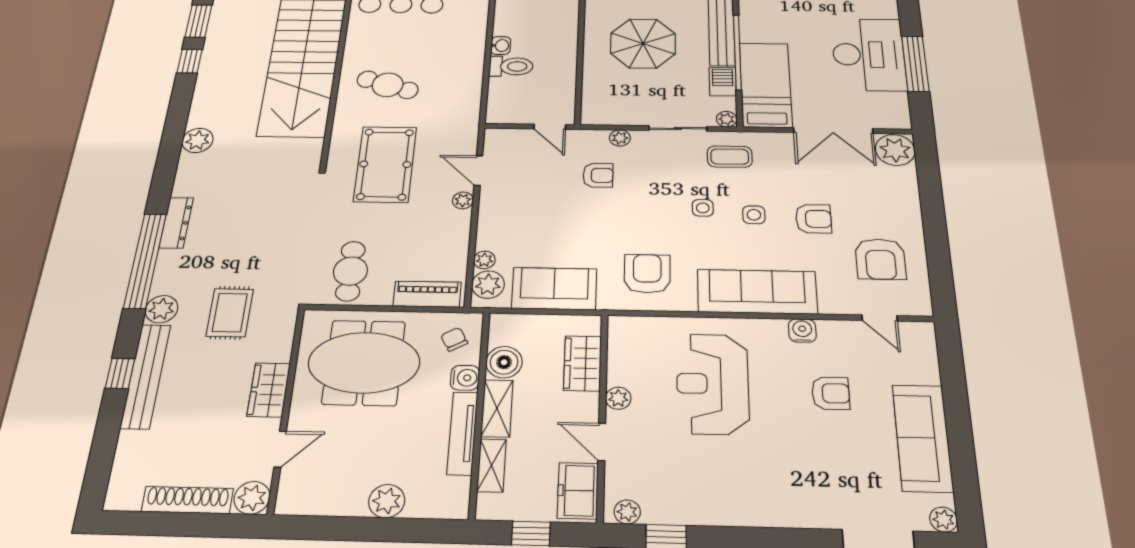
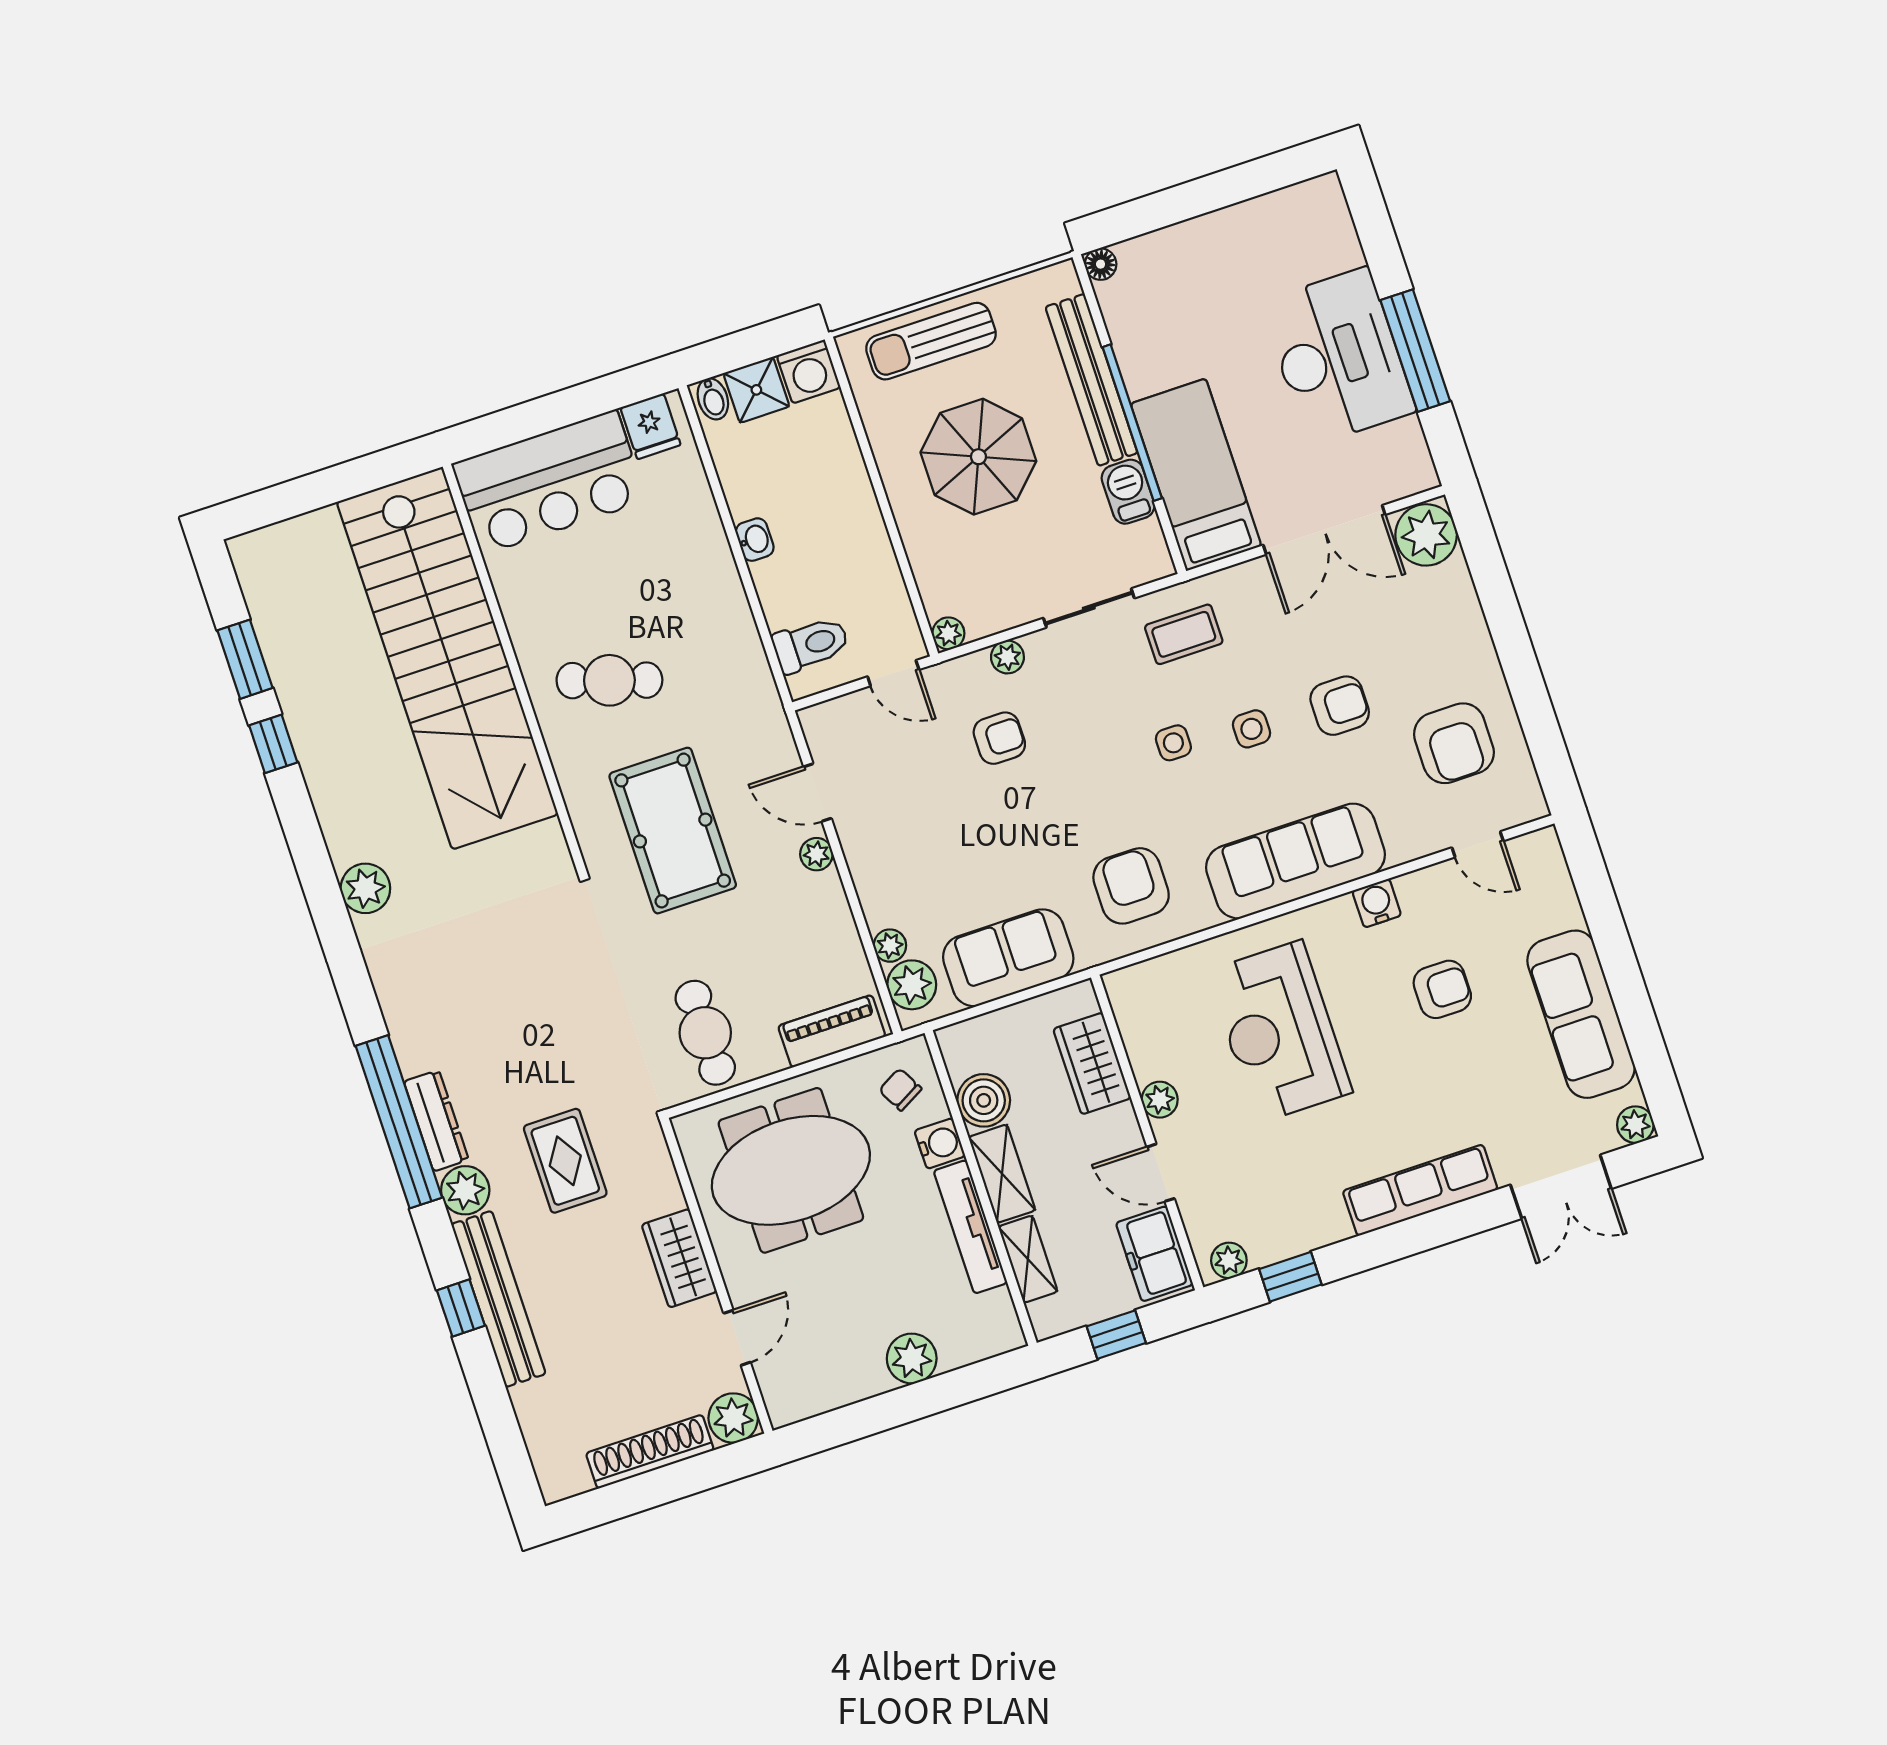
toilet: (511, 66) -> (811, 644), moved
plant: (726, 119) -> (948, 633), moved
dresser: (176, 223) -> (436, 1121), moved
row of seats: (777, 511) -> (1420, 1190), added

